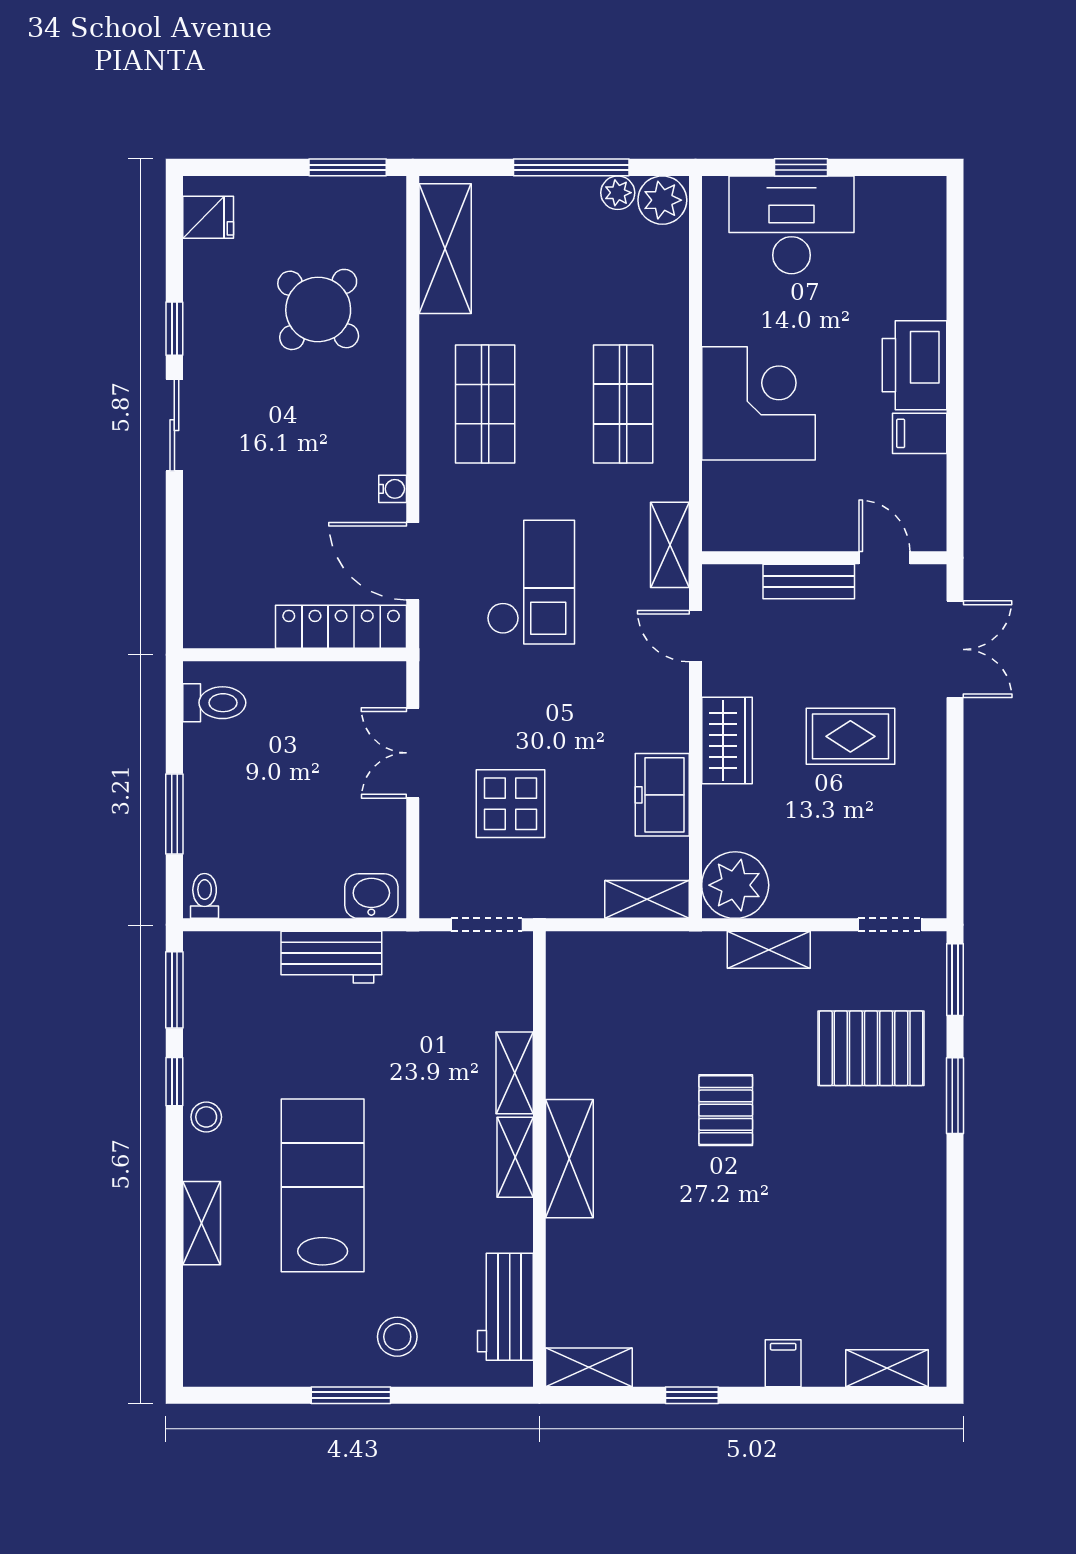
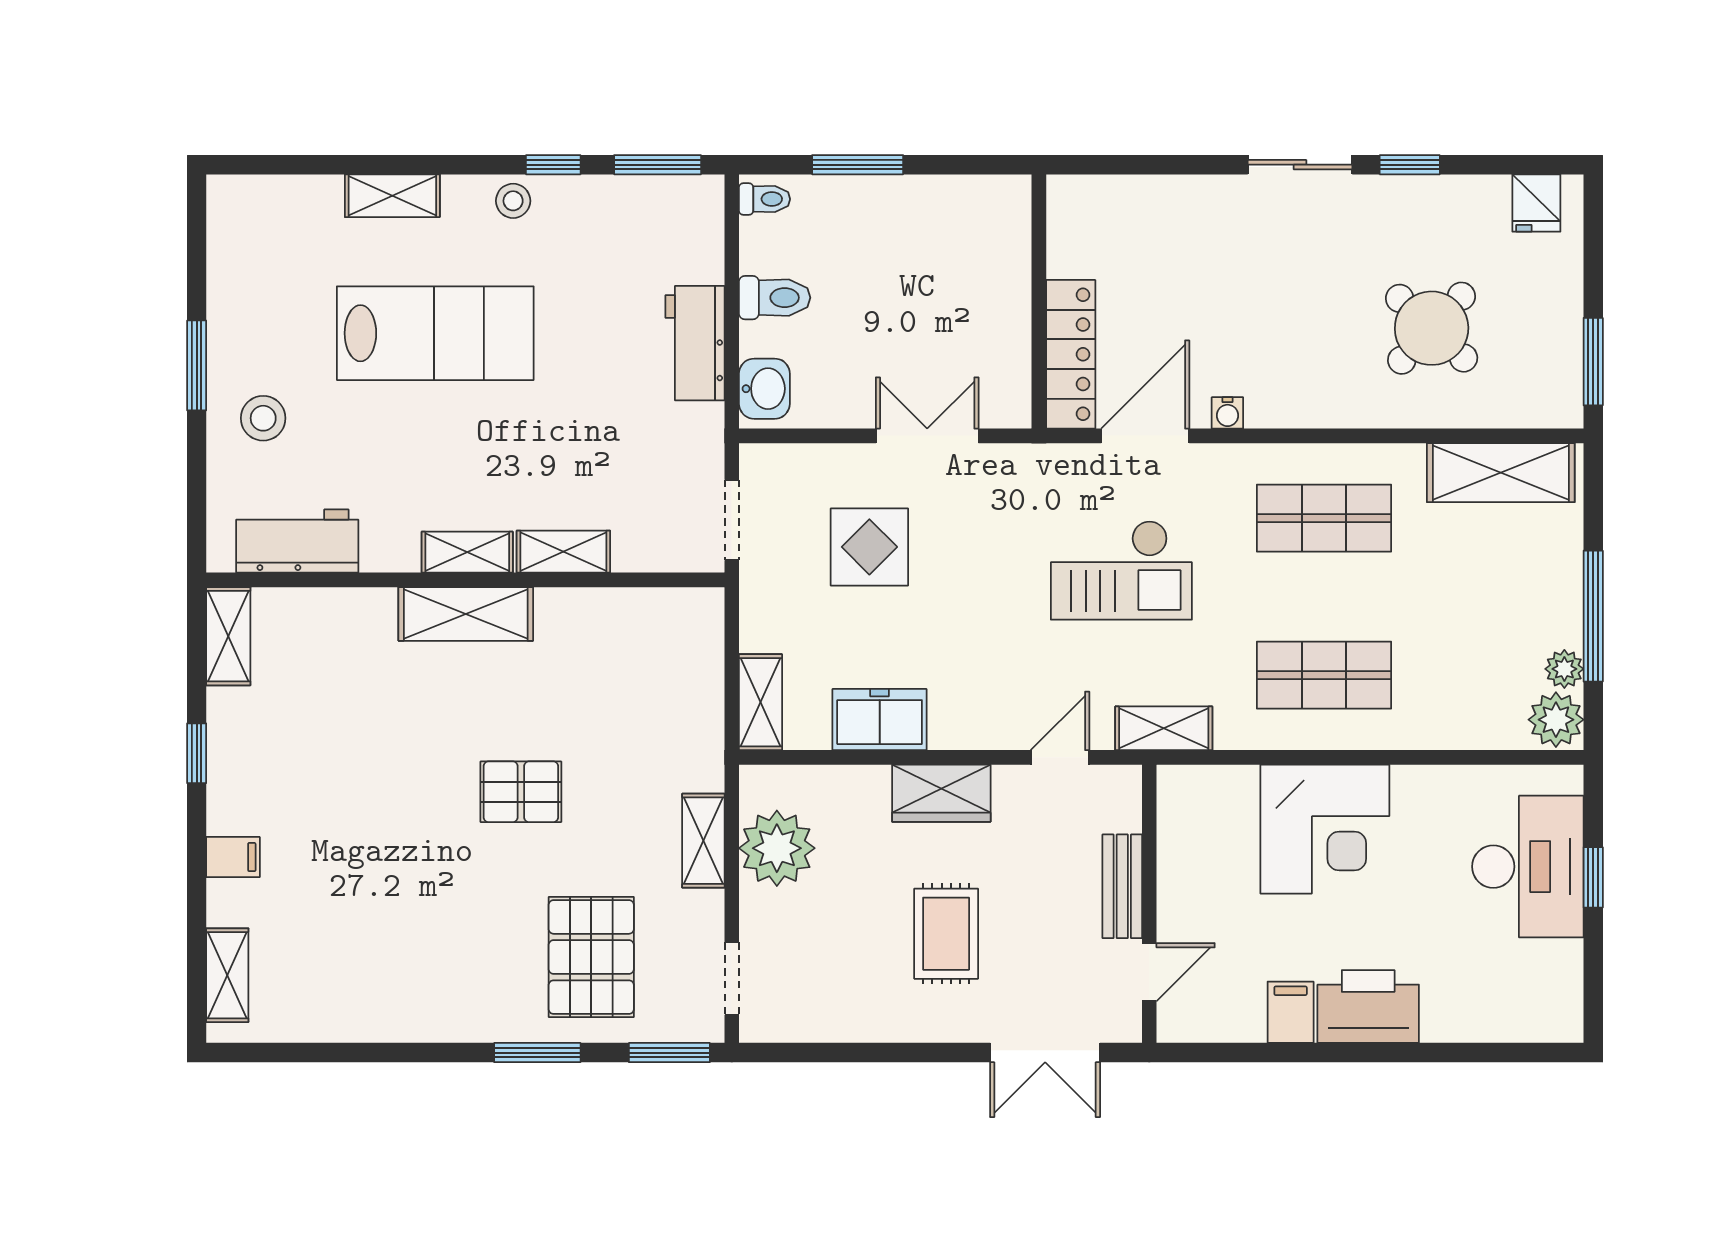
toilet: (214, 703) -> (775, 298), moved, turned -90
plant: (735, 885) -> (777, 848), moved

